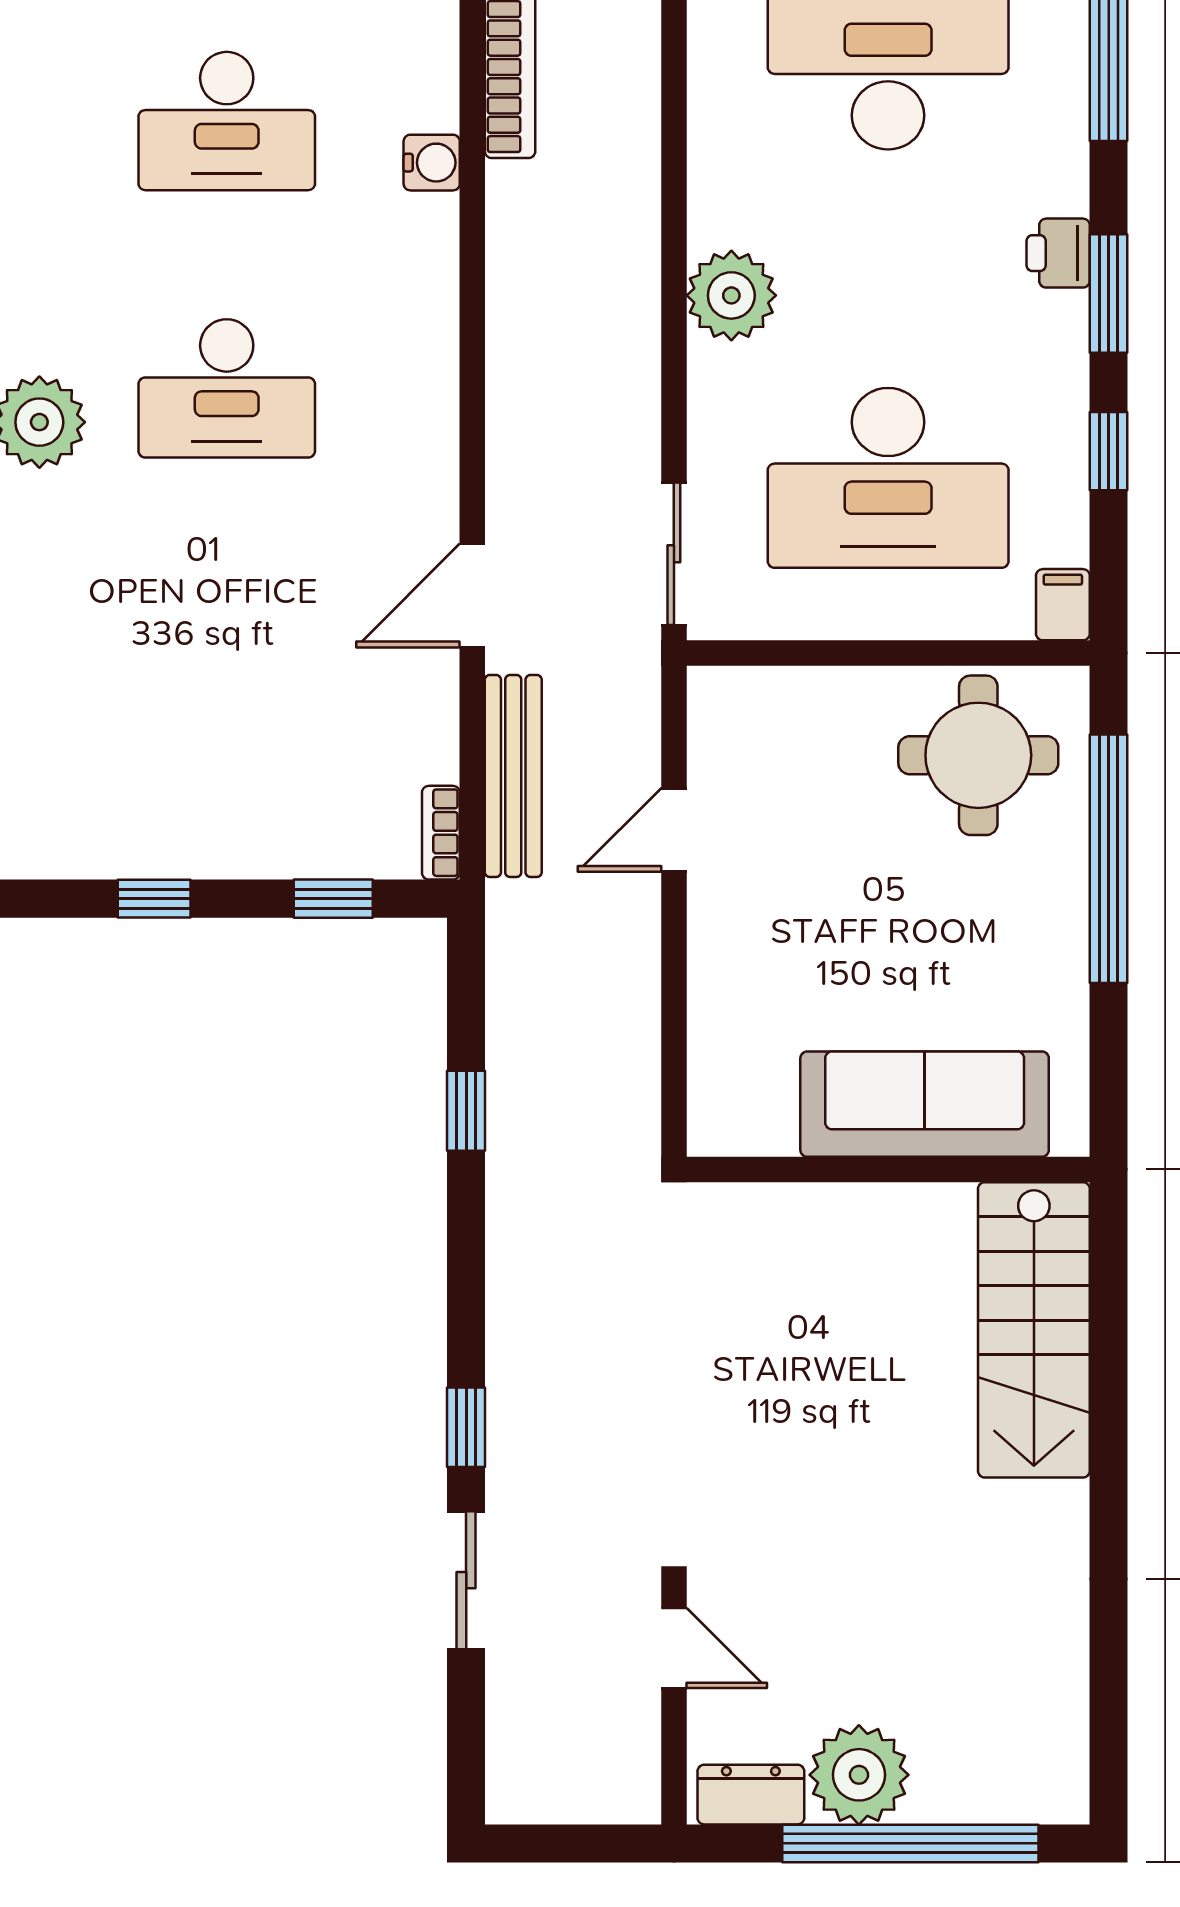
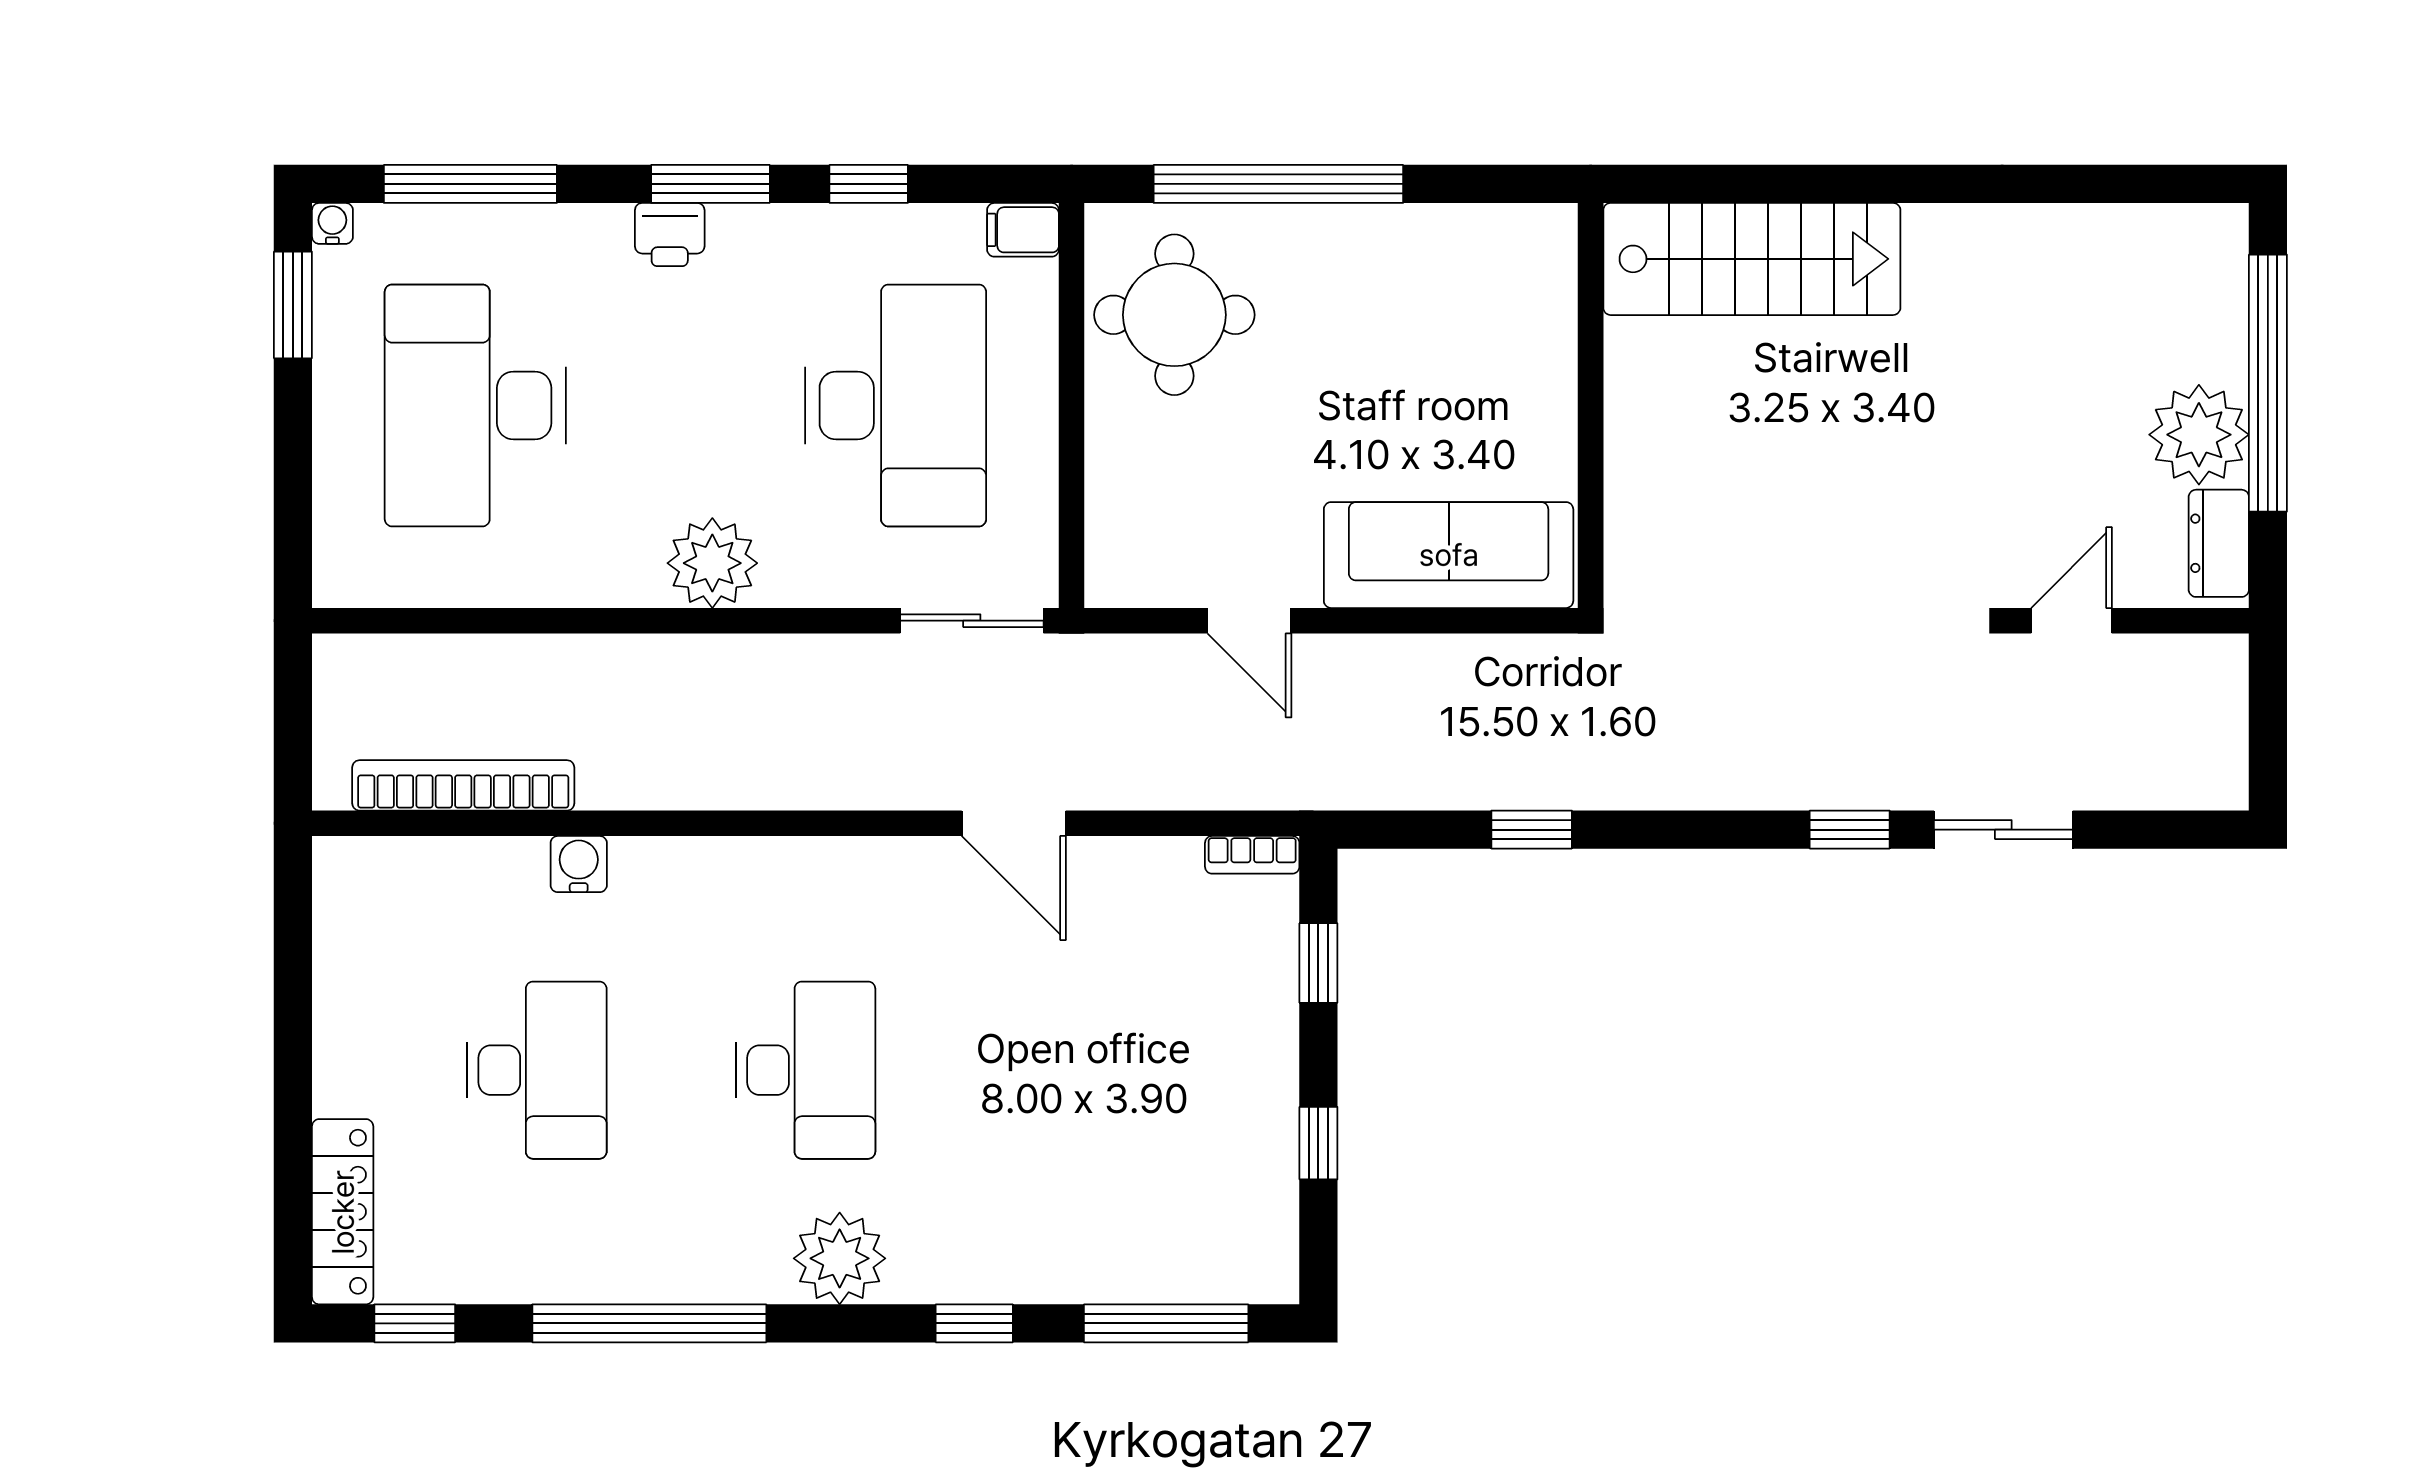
bench: (513, 776) -> (1195, 782), removed
sofa: (925, 1104) -> (1449, 555), moved, turned 90

